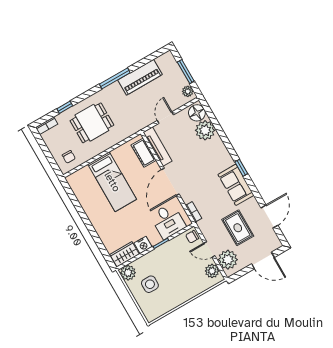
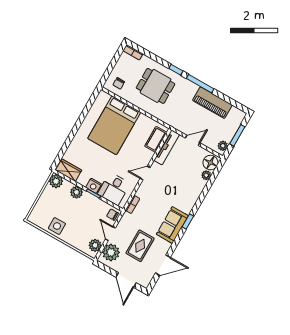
window: (65, 107) -> (176, 70), moved
plant: (205, 130) -> (206, 175), width x0.53, depth x0.53
bed: (112, 182) -> (114, 125), width x1.50
door: (170, 182) -> (145, 173), width x0.53
nightstand: (143, 245) -> (94, 186), moved
plant: (150, 259) -> (77, 192), added
side table: (150, 284) -> (57, 226), moved

